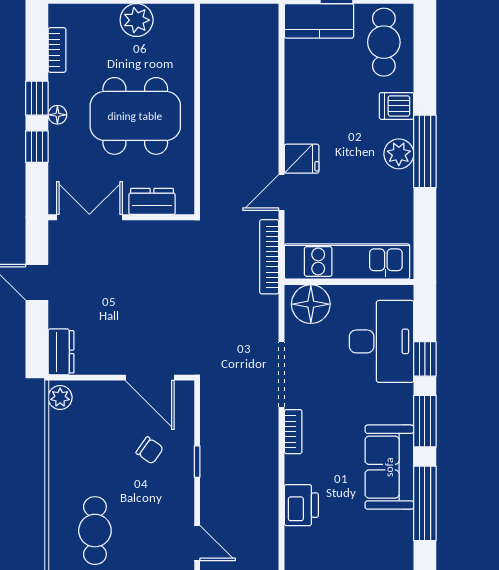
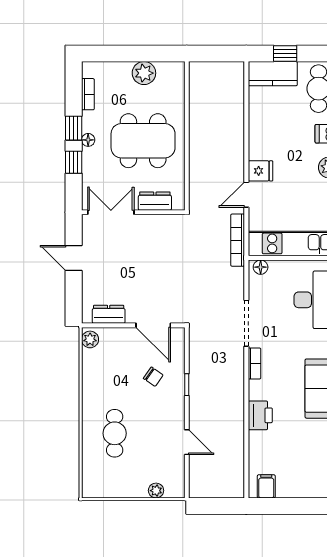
floor lamp: (311, 304) -> (261, 267), width x0.53, depth x0.53
dresser: (61, 352) -> (109, 314), moved, turned -90

